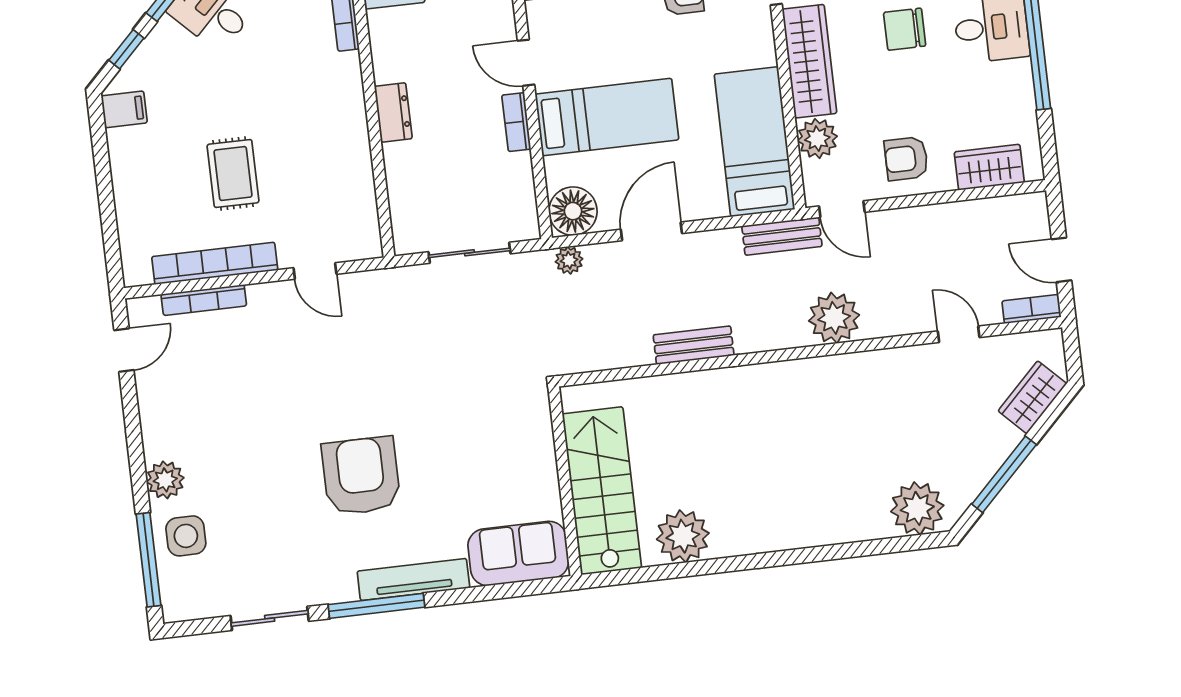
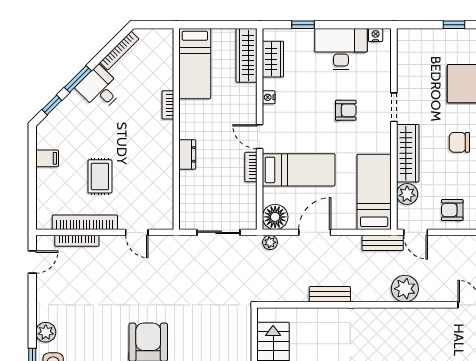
filing cabinet: (124, 109) -> (47, 158), moved

